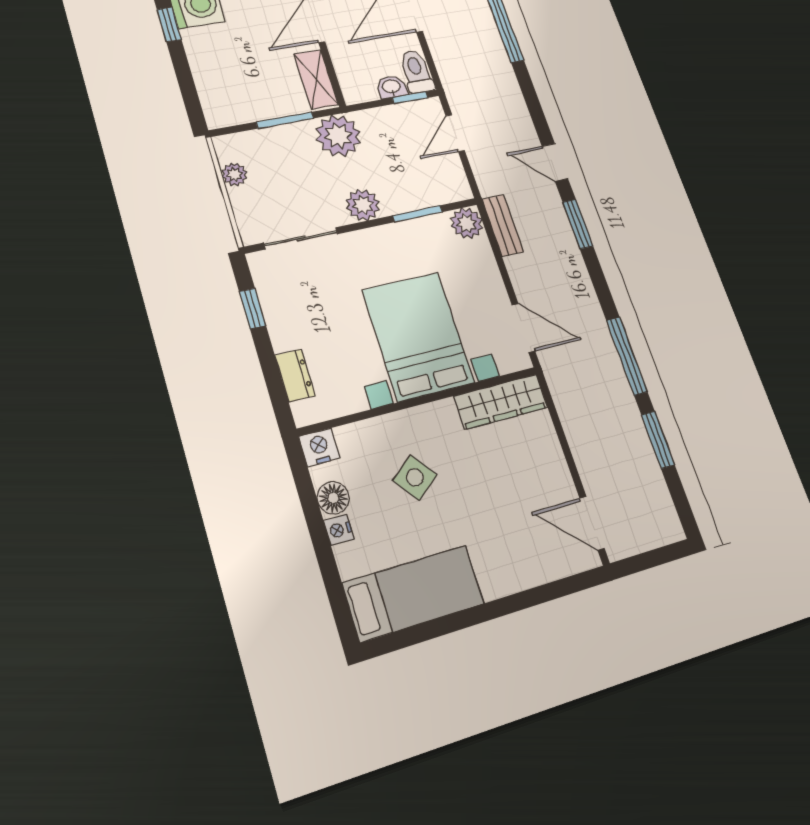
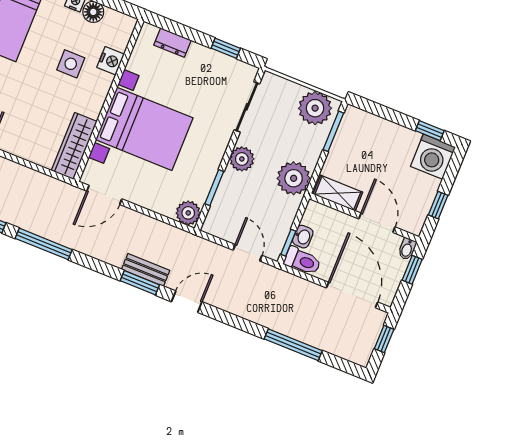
window: (285, 120) -> (333, 131), moved
plant: (234, 174) -> (315, 108), width x1.88, depth x1.88
bench: (503, 225) -> (146, 270), moved
nightstand: (319, 447) -> (111, 61), moved
side table: (415, 477) -> (71, 64), turned 37

